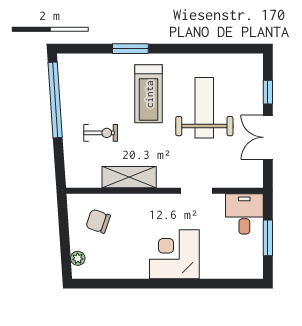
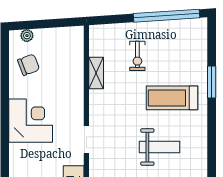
weight bench: (204, 108) -> (159, 147), width x0.73, depth x0.75
shelving: (129, 177) -> (96, 73), width x0.67, depth x0.75
chair: (98, 221) -> (29, 65), moved, turned 50

